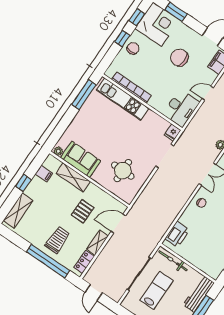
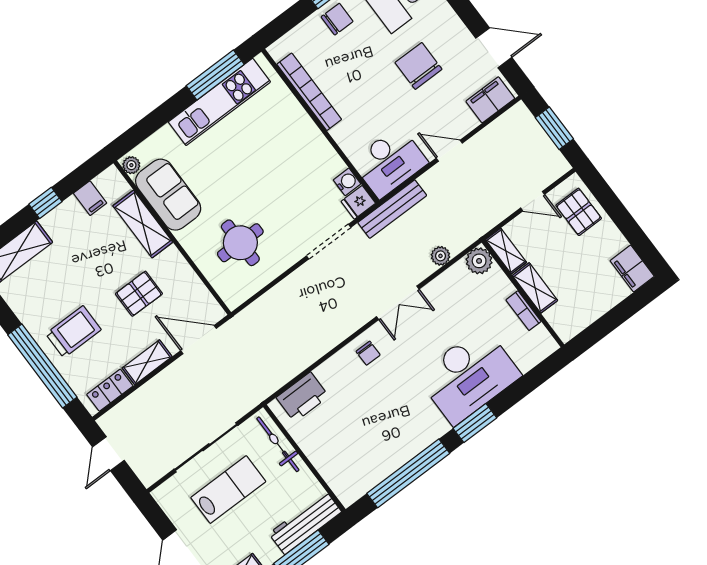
kitchen unit: (123, 99) -> (219, 102), moved, turned -90
water cooler: (164, 124) -> (347, 182), added
bench: (190, 130) -> (392, 209), added

